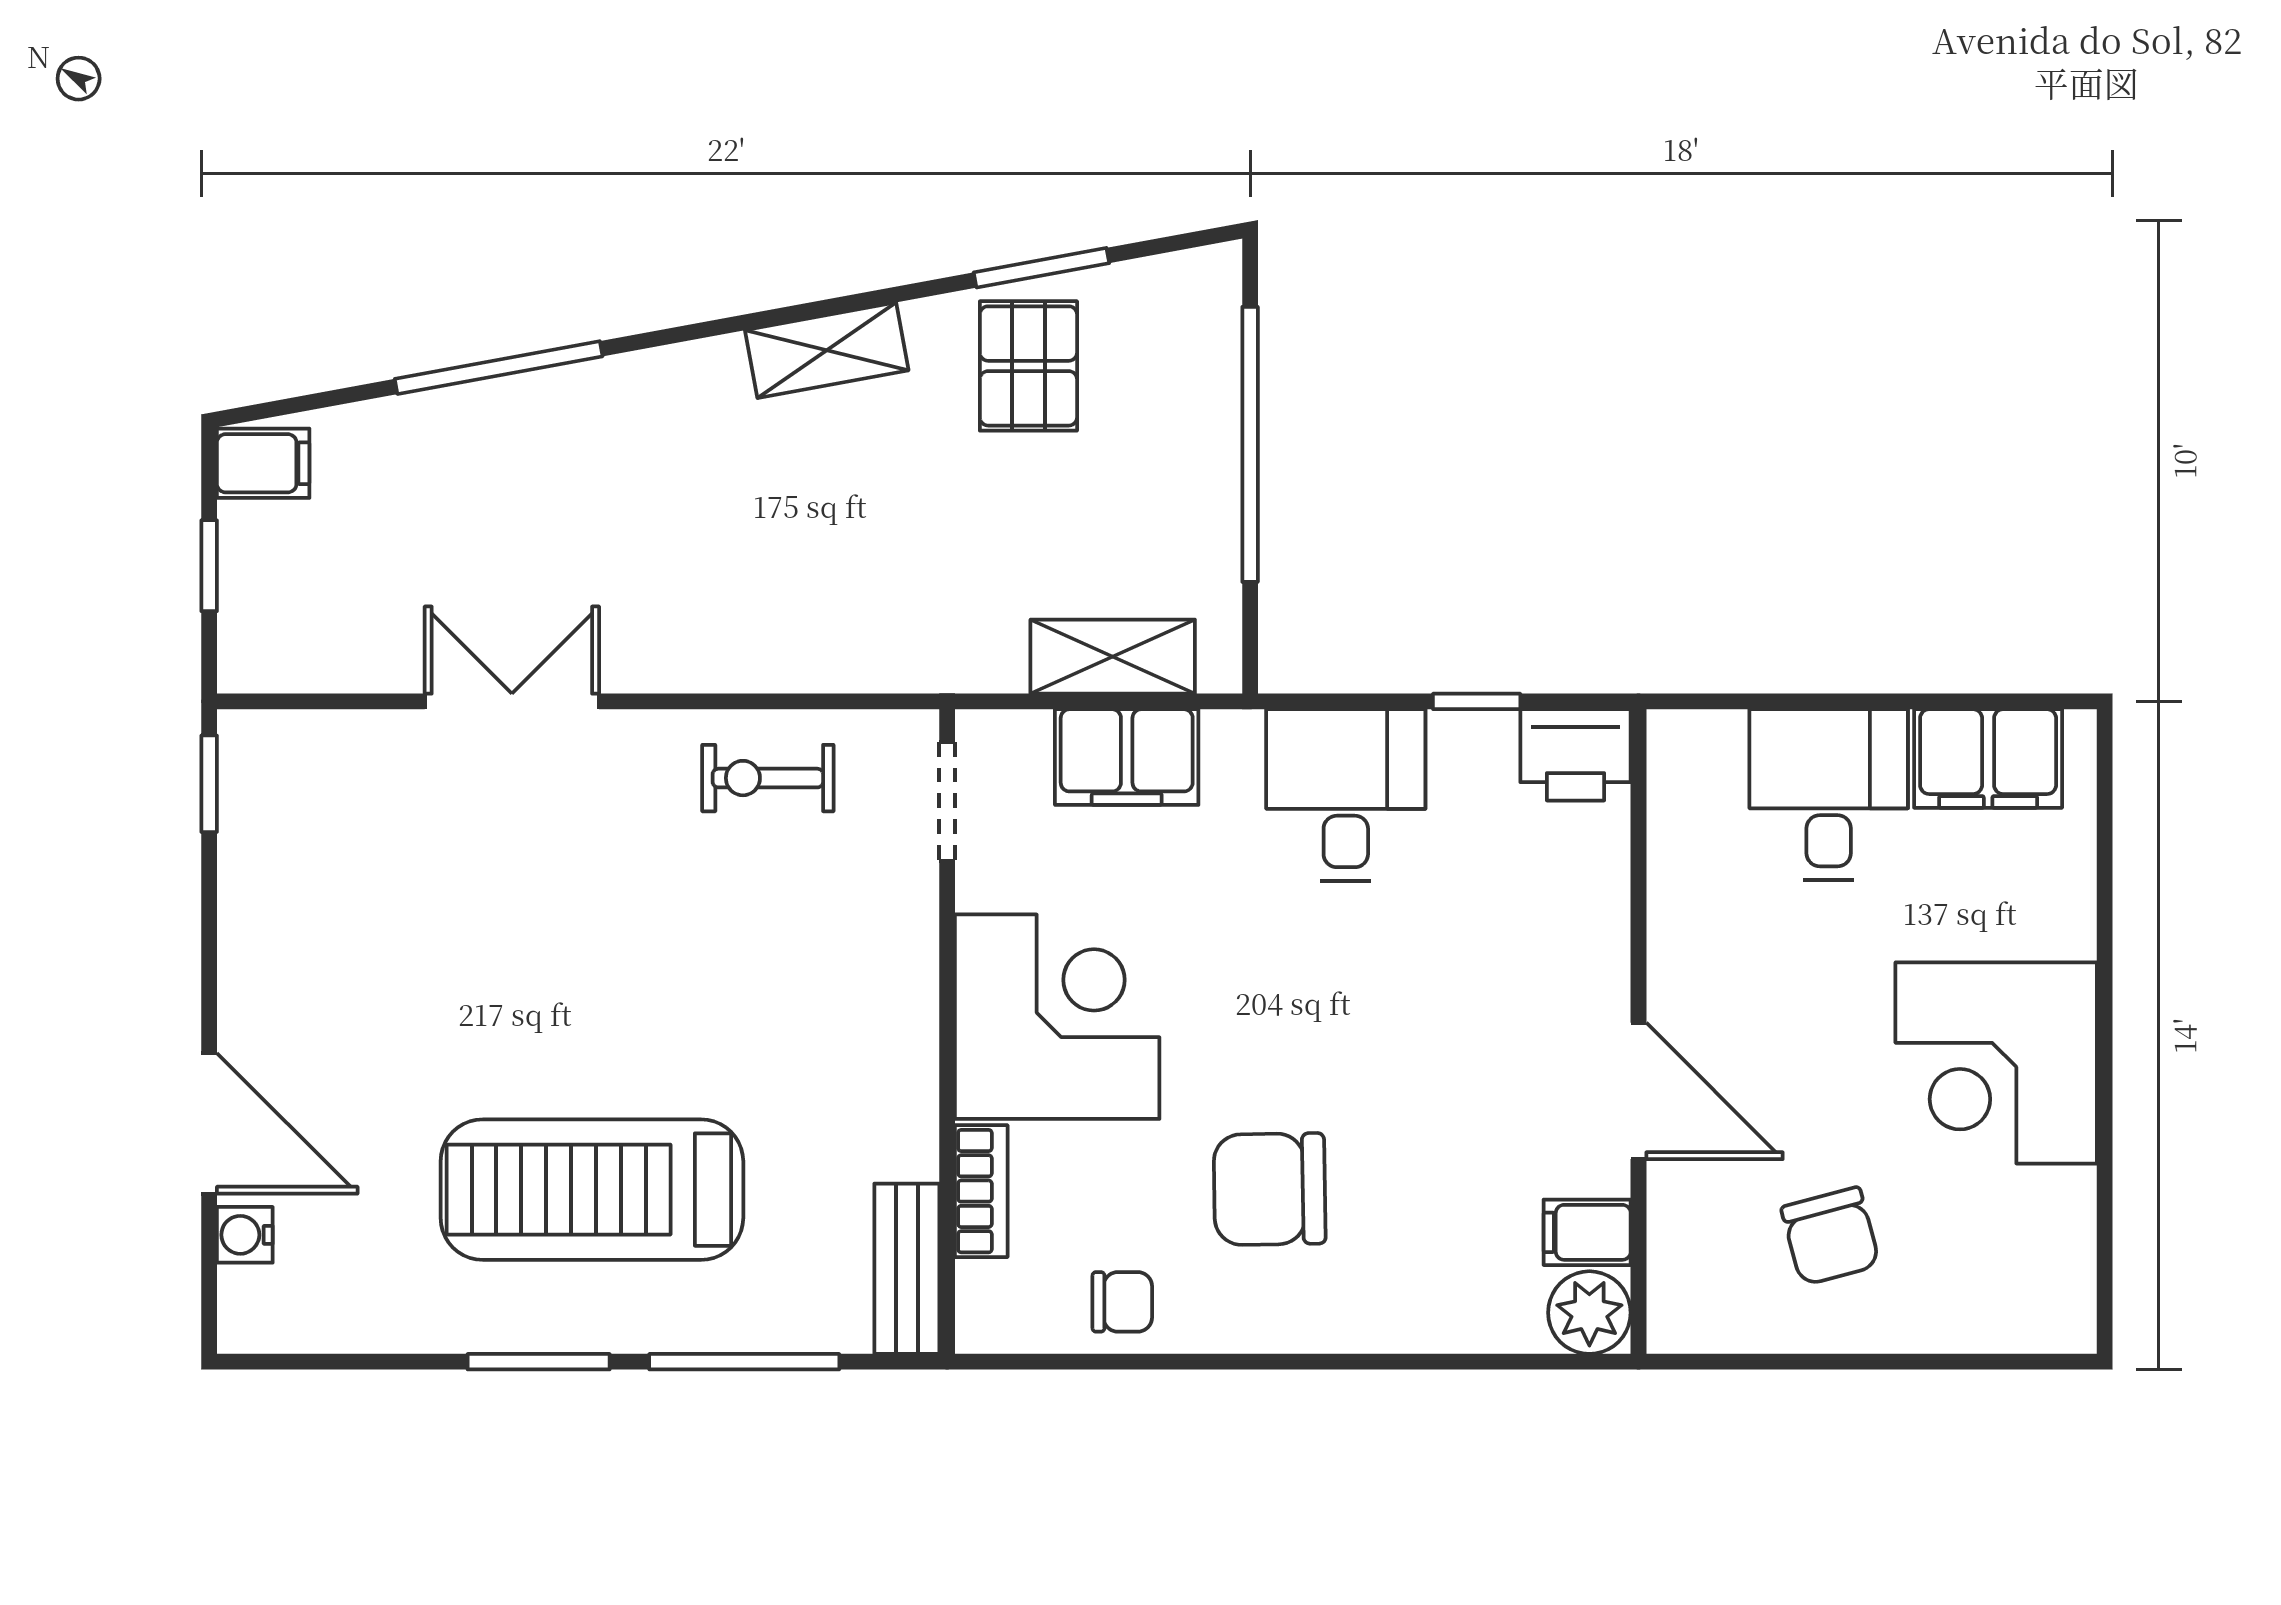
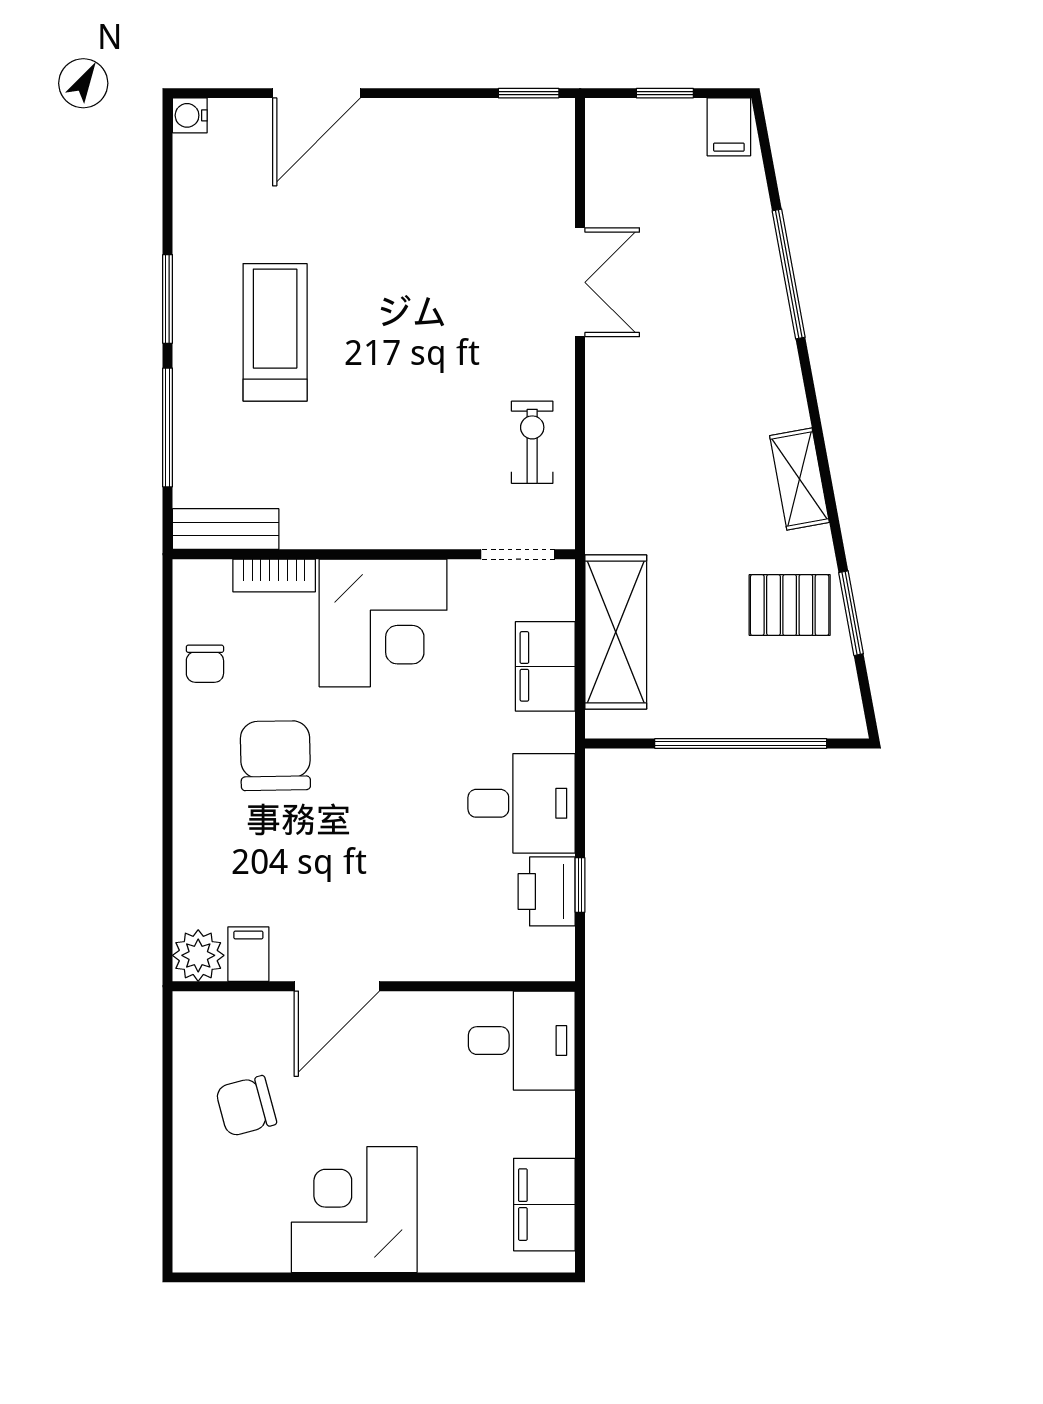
shelving: (1113, 657) -> (616, 632), width x1.50, depth x1.33
printer: (1575, 755) -> (547, 891), moved
desk: (1829, 795) -> (522, 1041), moved
treadmill: (592, 1190) -> (275, 332), width x0.73, depth x0.73
water cooler: (245, 1235) -> (190, 115), moved, turned -90

